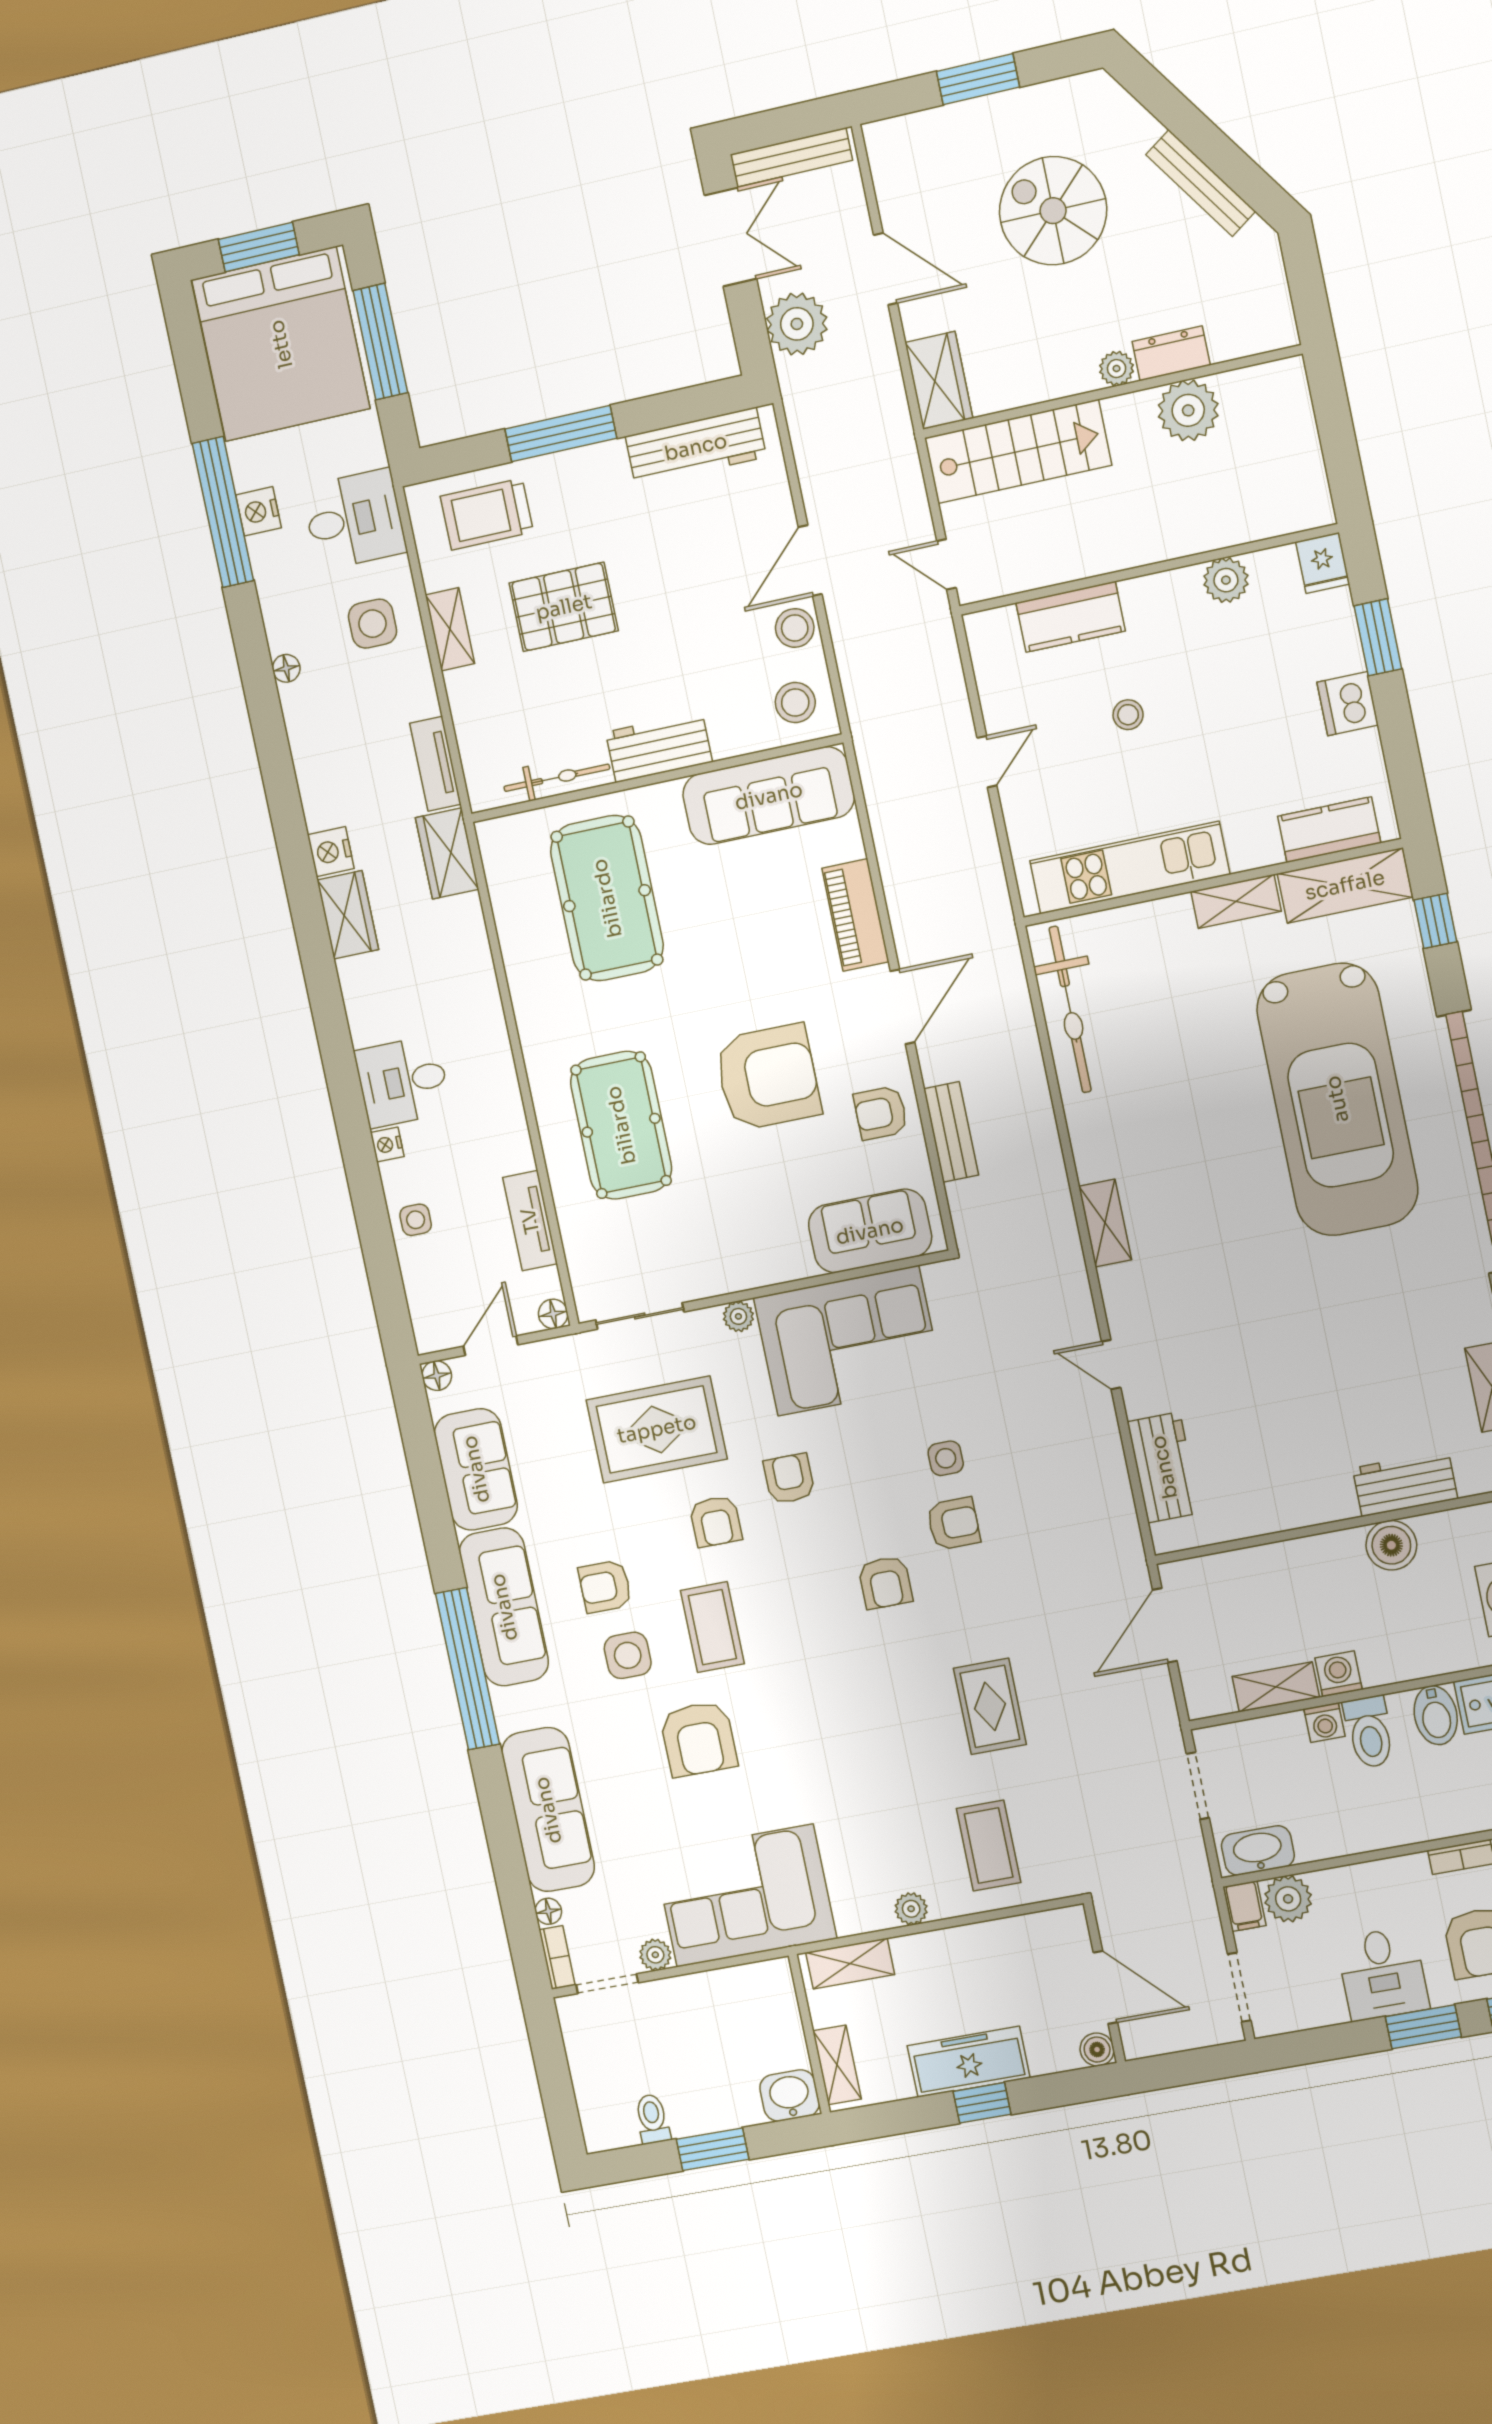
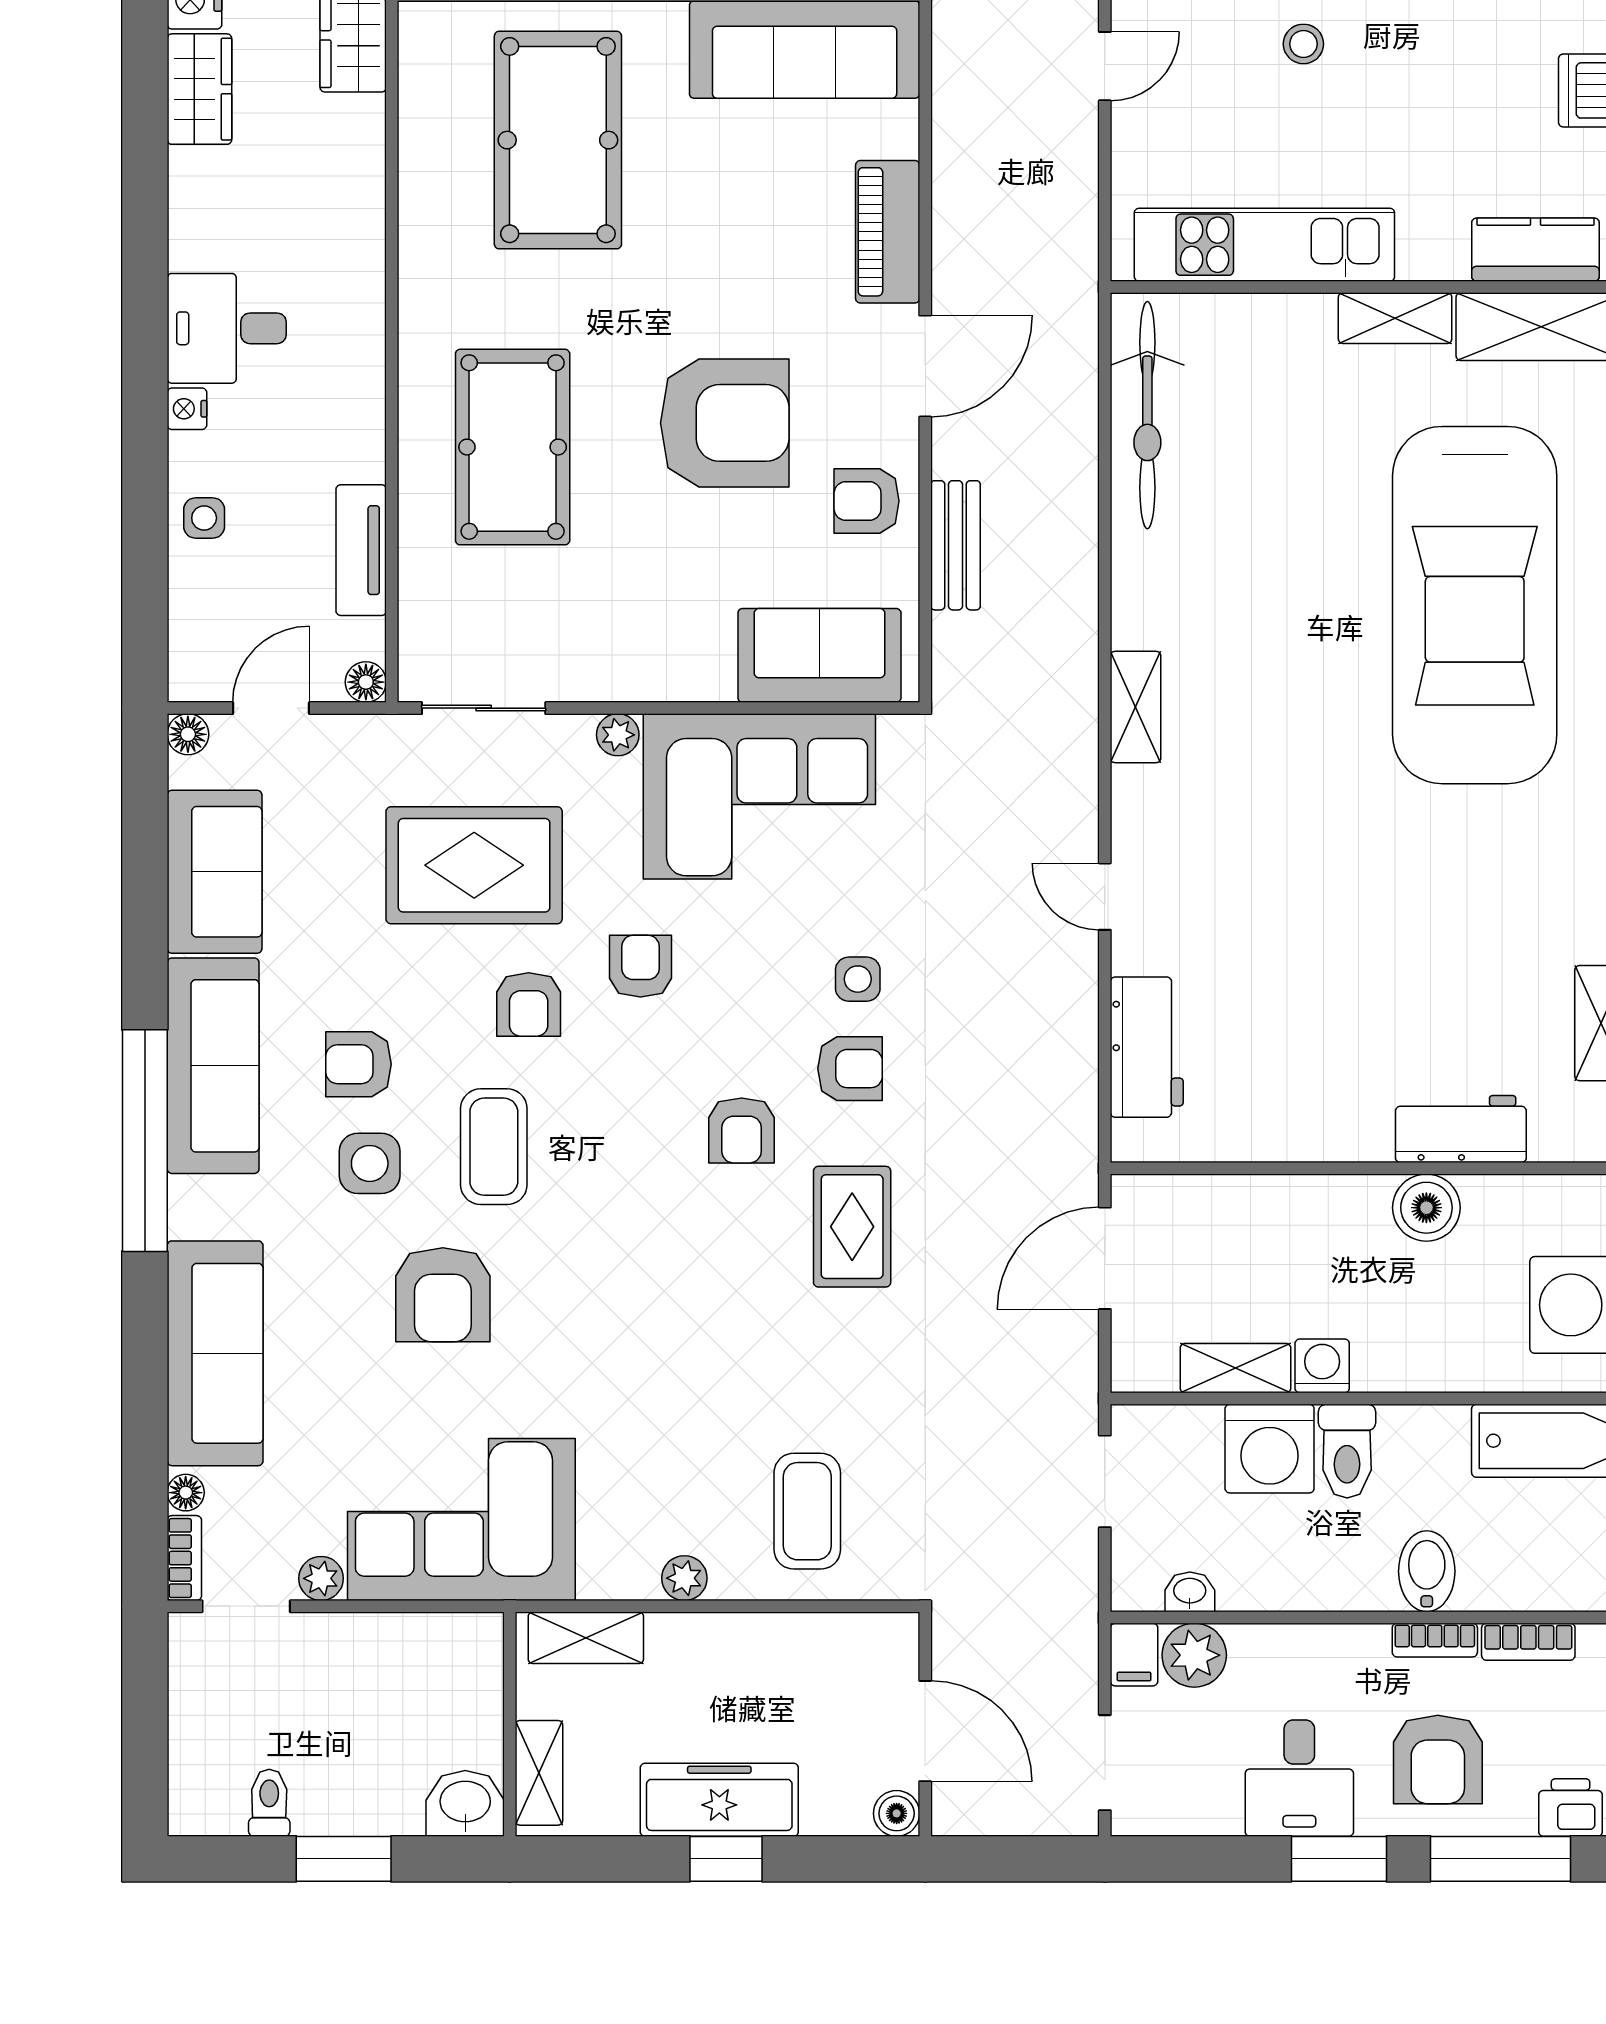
rug: (990, 1706) -> (852, 1227), moved
bidet: (1436, 1715) -> (1427, 1571), moved, turned 180
washing machine: (1325, 1723) -> (1270, 1449), width x1.89, depth x1.89
washbasin: (1258, 1850) -> (1190, 1592), width x0.52, depth x0.69

